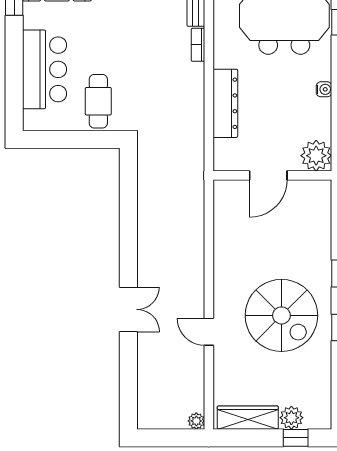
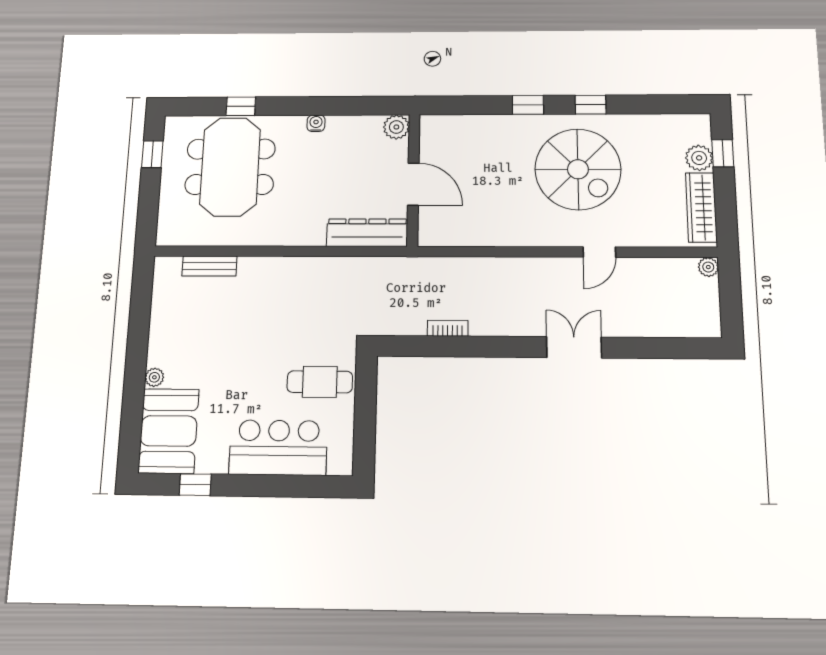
bookcase: (198, 45) -> (448, 328), moved, turned 180
dresser: (225, 103) -> (367, 233), moved
plant: (316, 156) -> (396, 127), width x0.73, depth x0.73
spiral stairs: (281, 315) -> (578, 169), turned 90

